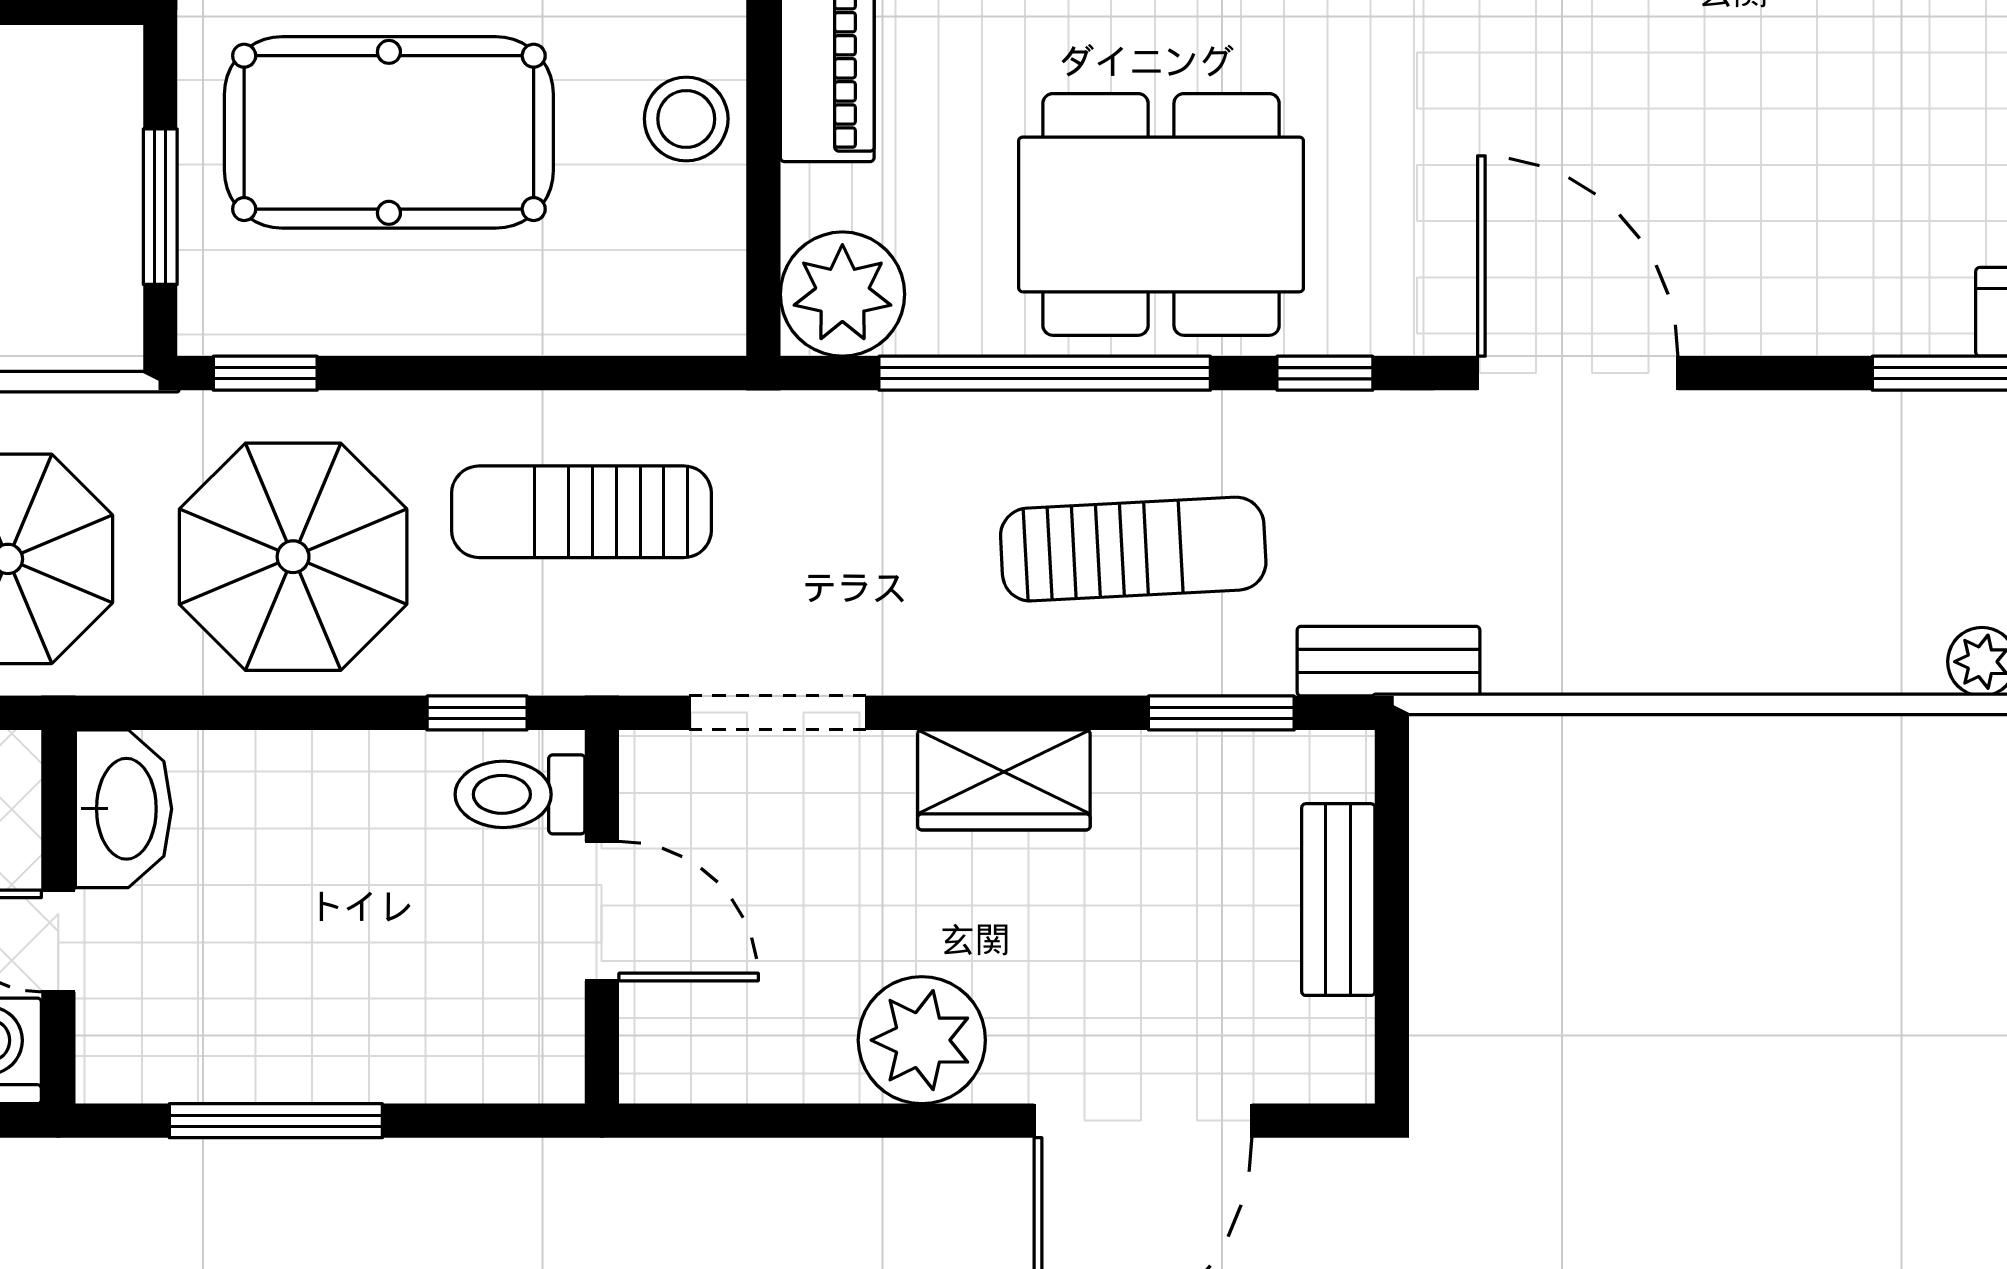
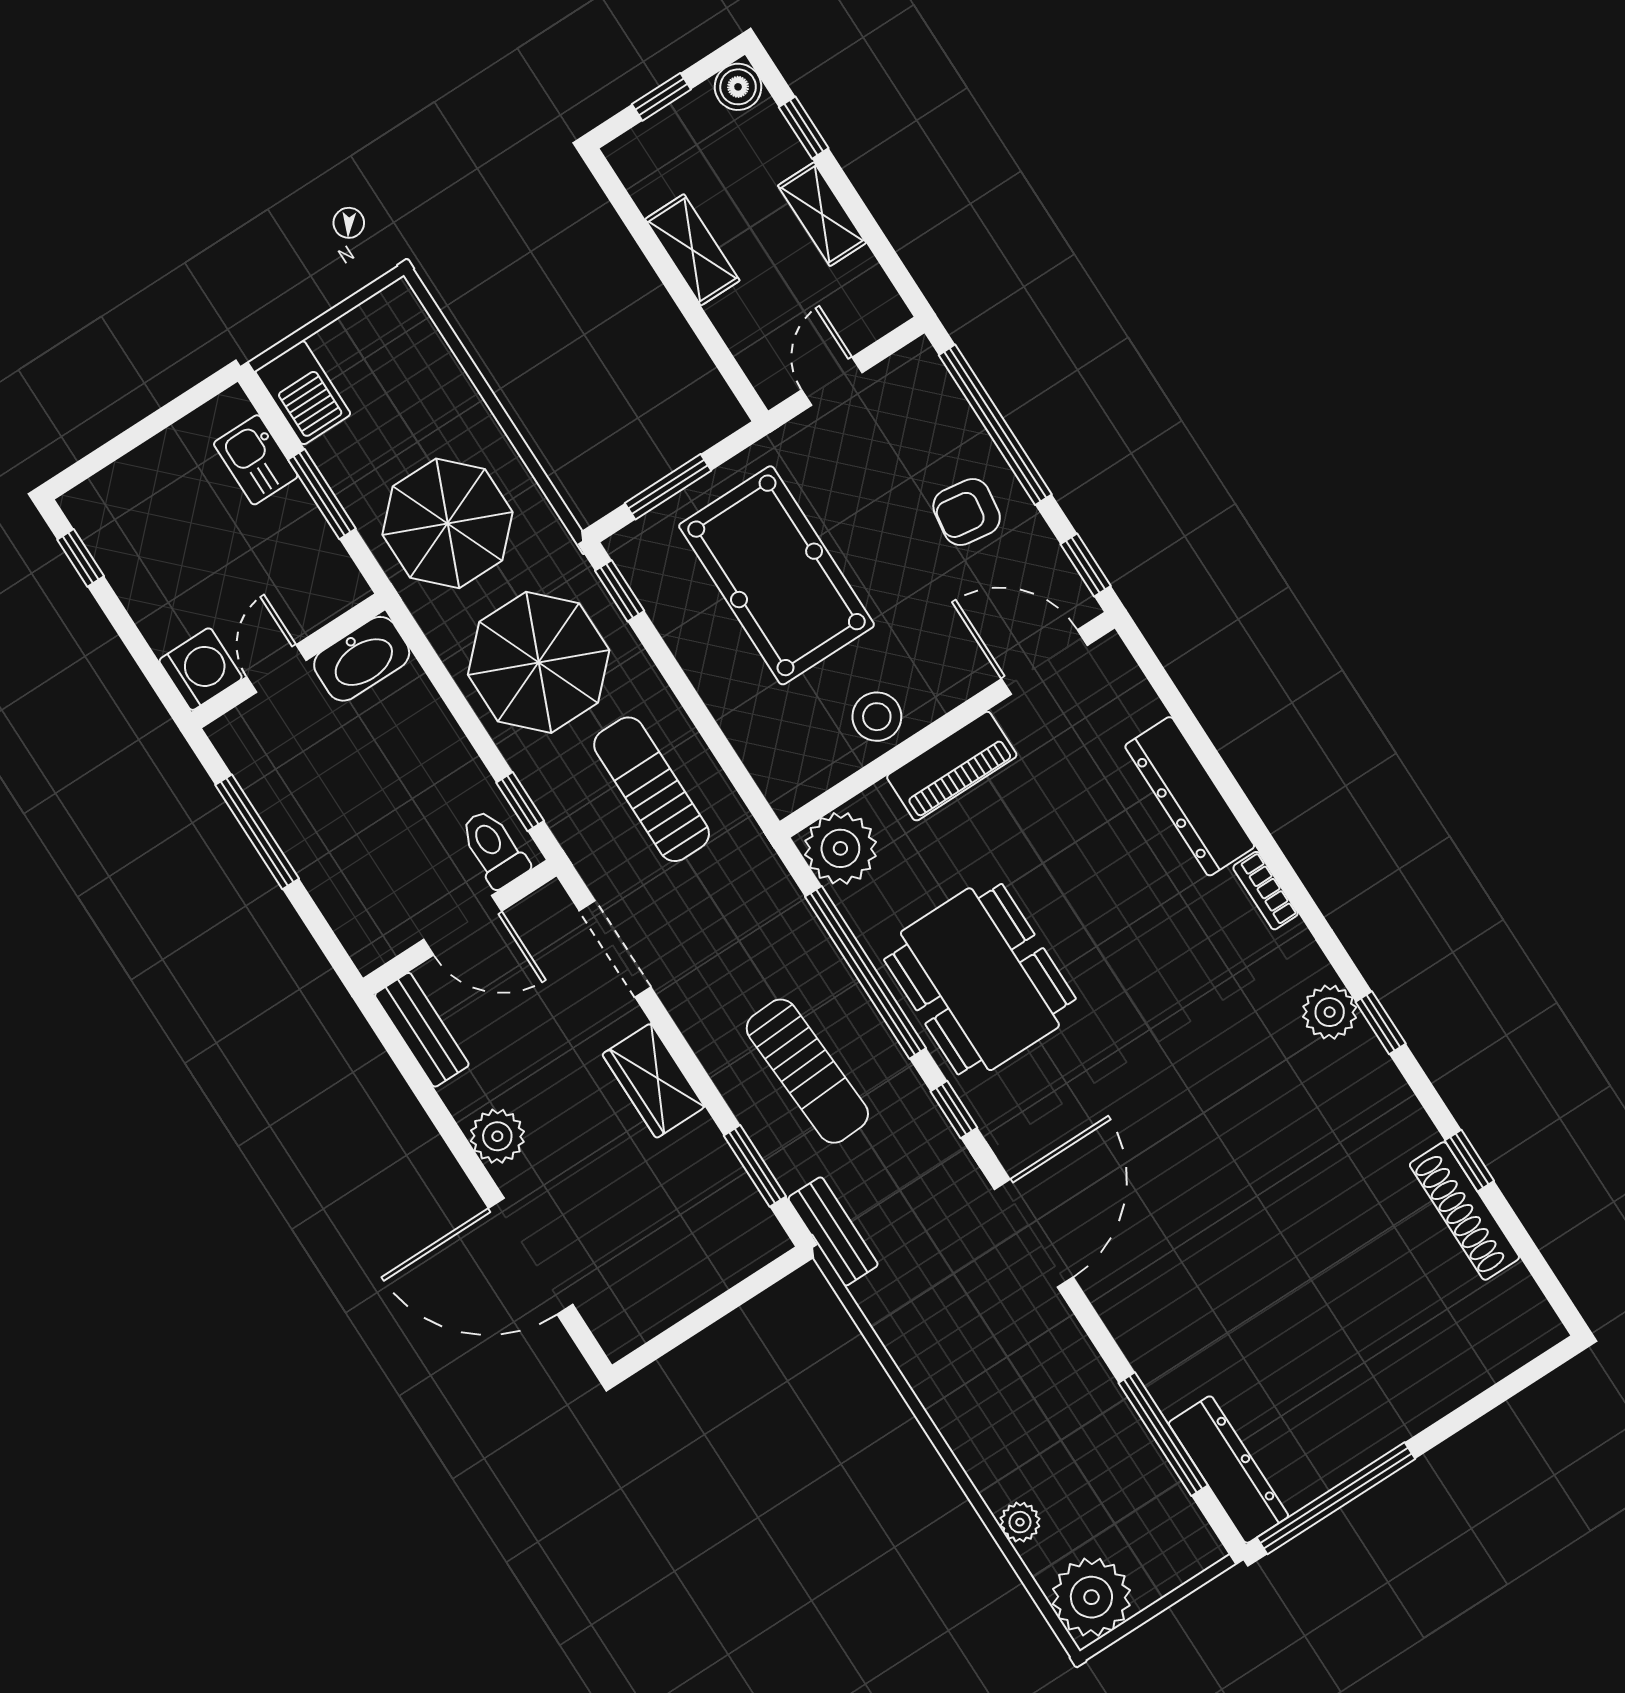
bench: (1338, 900) -> (422, 1030), moved, turned 90
door: (602, 911) -> (463, 925), hinge flipped
plant: (922, 1040) -> (497, 1136), width x0.73, depth x0.73

